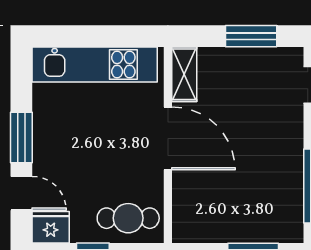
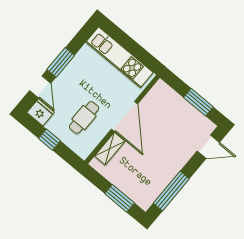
shelving: (184, 74) -> (110, 149), moved
cafe table: (128, 218) -> (84, 117), moved, turned 90

